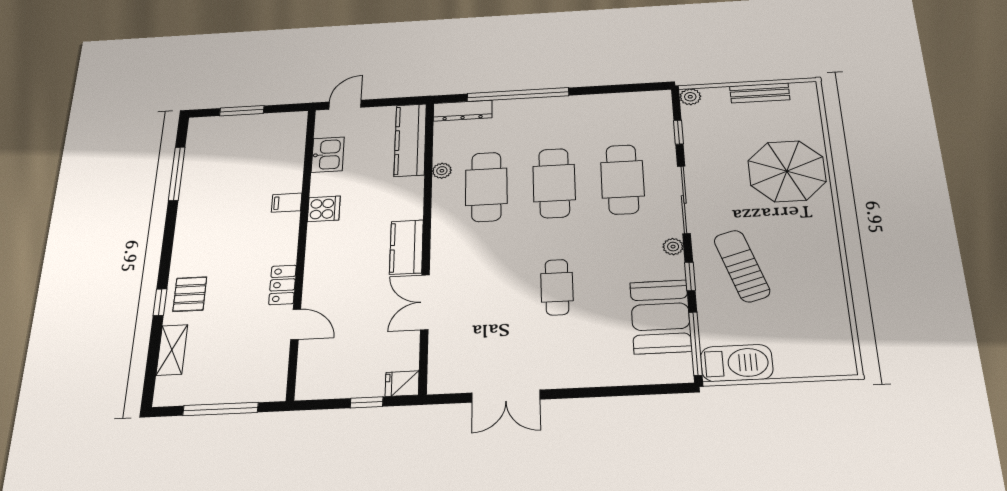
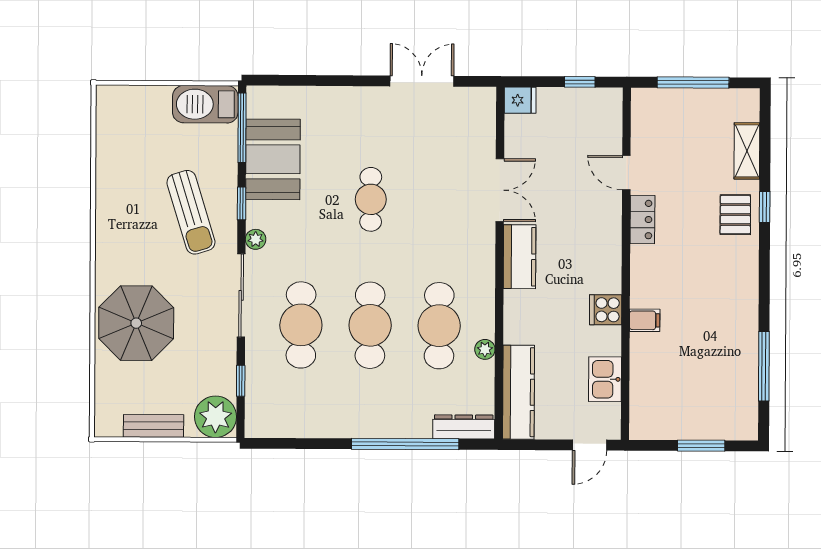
plant: (690, 97) -> (216, 417), width x1.88, depth x1.88
window: (367, 402) -> (580, 82), moved

